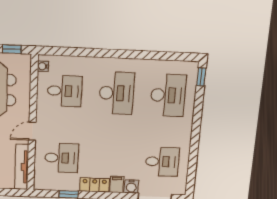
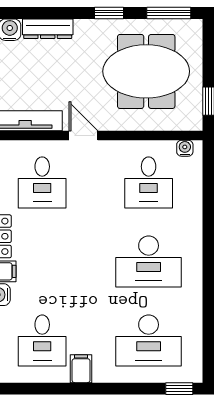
filing cabinet: (182, 139) -> (81, 369), added

